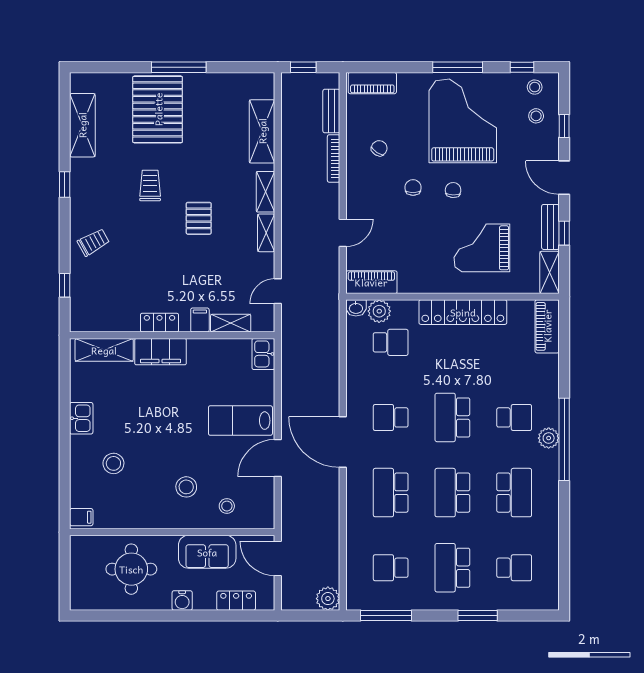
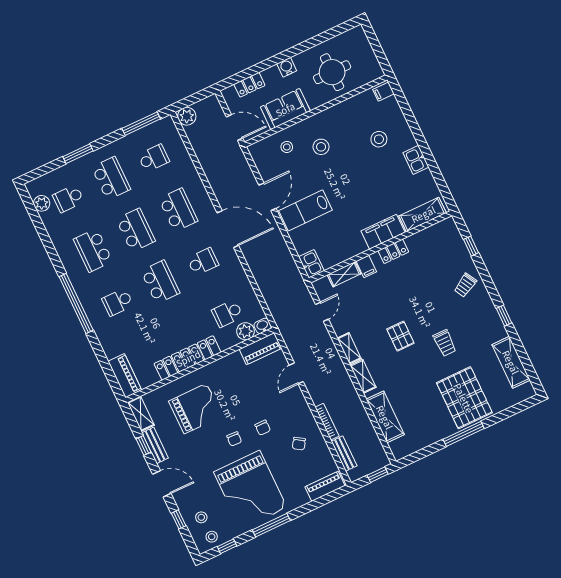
lab bench: (240, 421) -> (305, 210), turned 180
plant: (549, 438) -> (42, 203), moved

